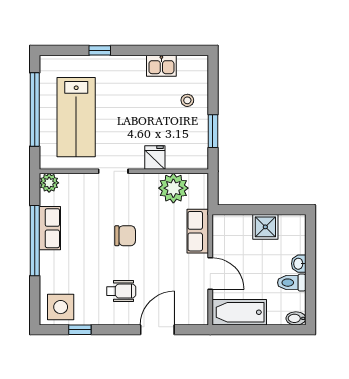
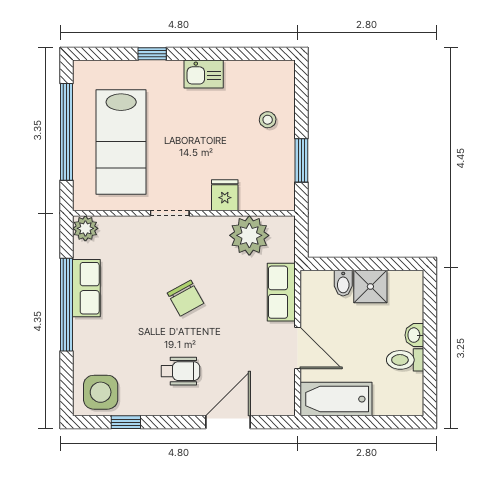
kitchen sink: (161, 66) -> (204, 74), moved
chair: (125, 236) -> (186, 298), turned 61
bidet: (296, 318) -> (343, 283), moved, turned -90

